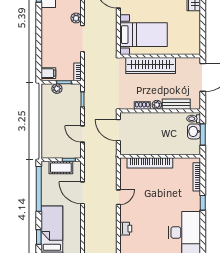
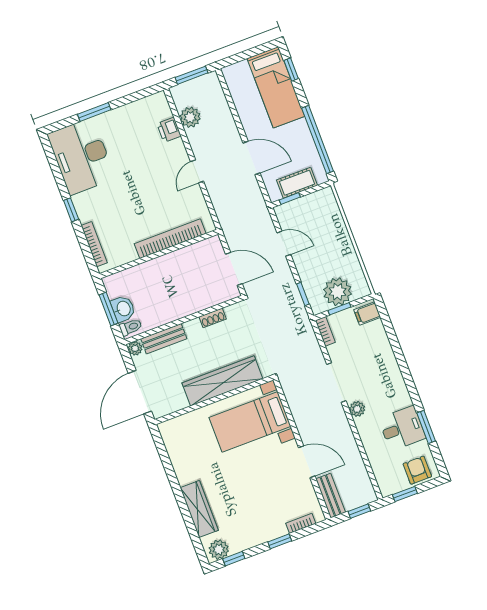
plant: (57, 89) -> (338, 292), width x1.87, depth x1.87
plant: (157, 105) -> (135, 348), moved
plant: (110, 231) -> (190, 117), added

